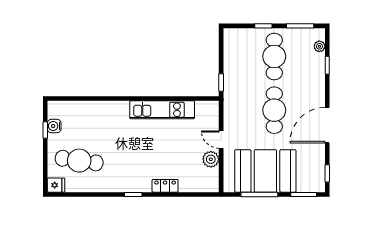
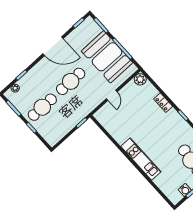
kitchen unit: (162, 110) -> (141, 159), moved
plant: (211, 159) -> (140, 79), moved

